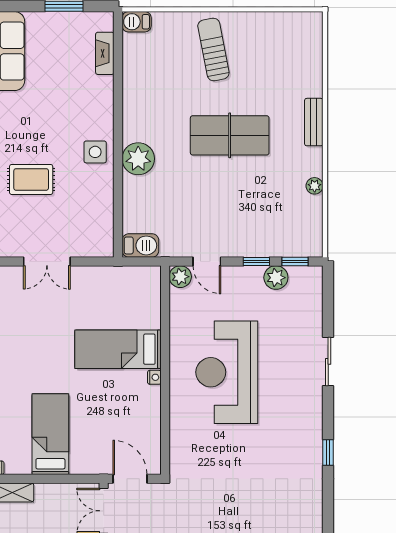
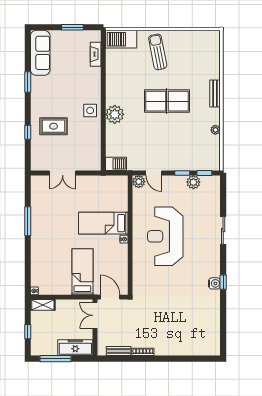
barbecue: (137, 22) -> (121, 39), width x1.88, depth x1.53
bed: (50, 434) -> (82, 272), moved
water cooler: (313, 455) -> (214, 283), added

